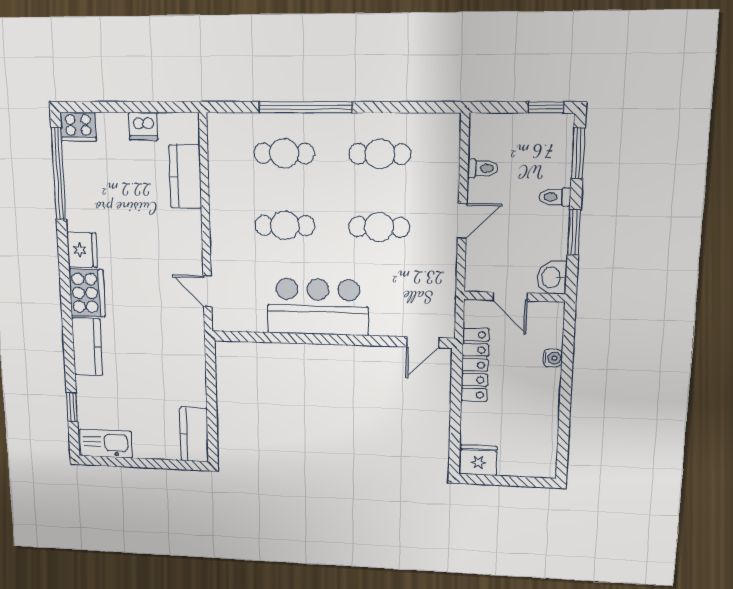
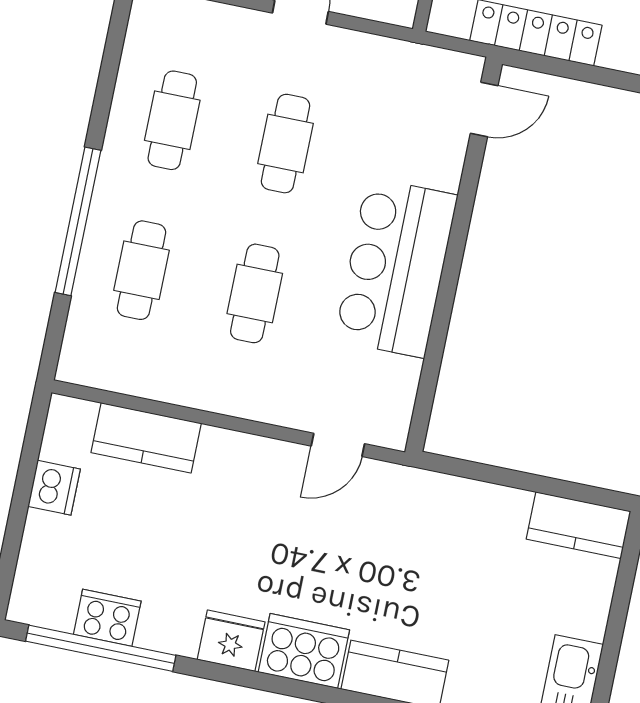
cooker: (78, 127) -> (107, 618), moved, turned -90
door: (423, 342) -> (484, 110), hinge flipped

